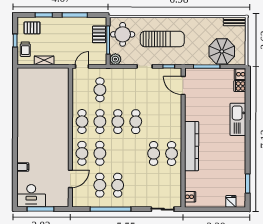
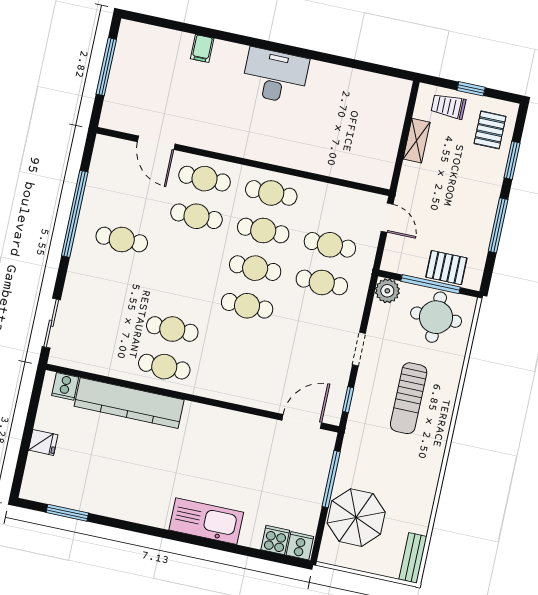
sun lounger: (162, 39) -> (409, 398), width x0.73, depth x0.75
kitchen counter: (192, 146) -> (129, 403), moved
cafe table: (100, 185) -> (322, 282), moved
desk: (31, 196) -> (275, 76), moved, turned 90
fridge: (231, 201) -> (43, 442), moved

